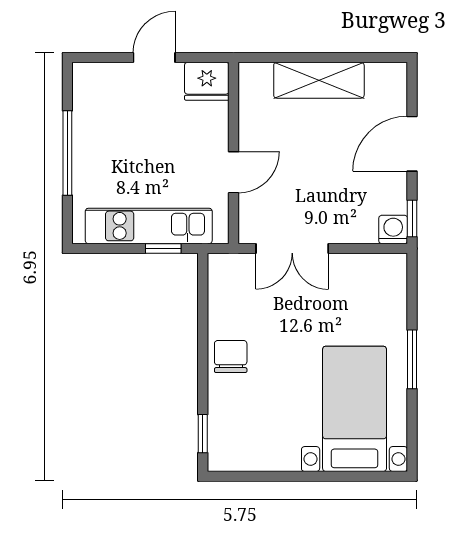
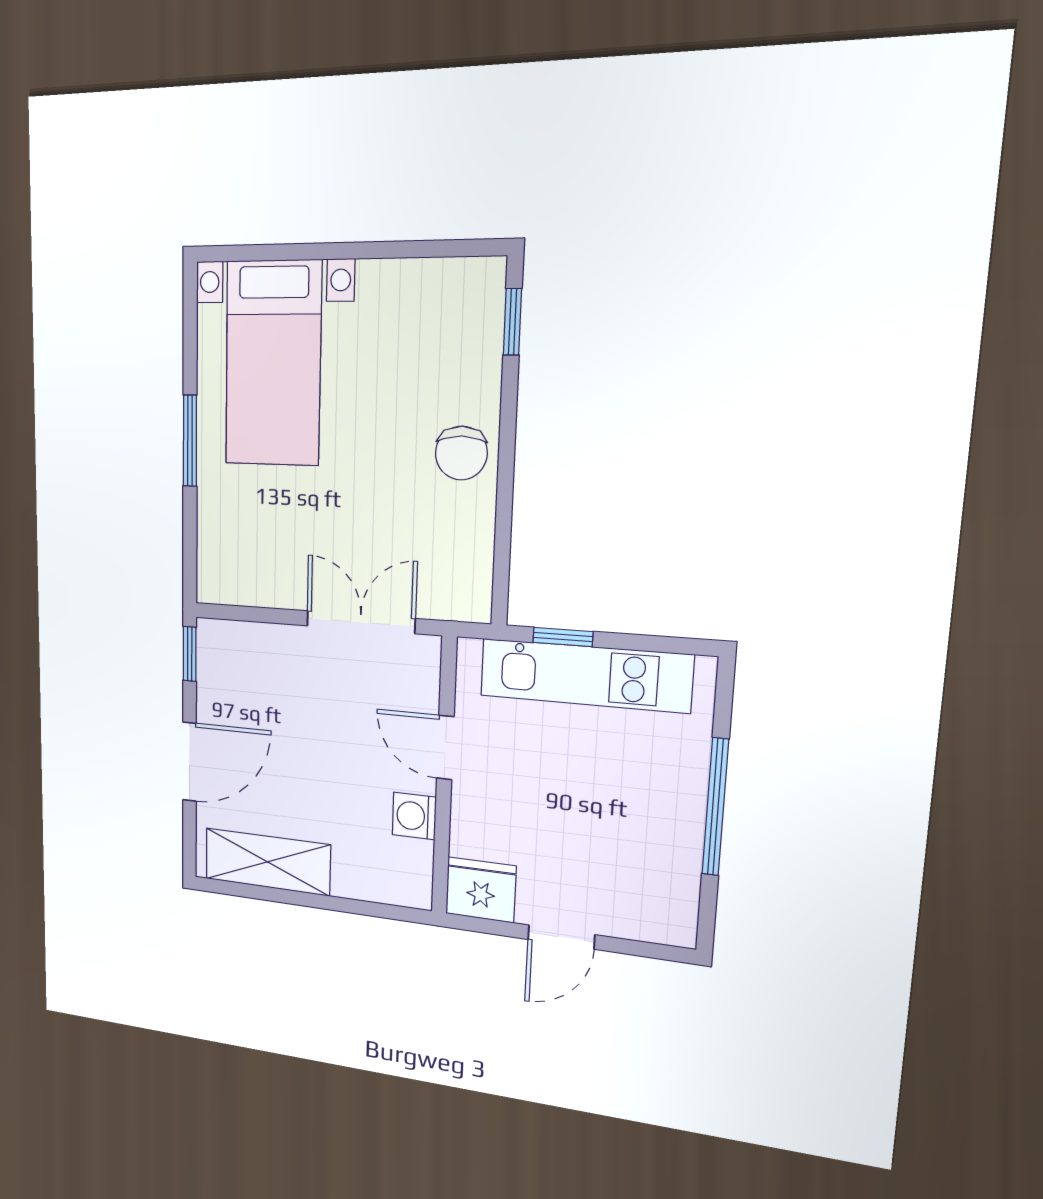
shelving: (319, 80) -> (267, 862), moved
door: (234, 172) -> (445, 747), hinge flipped
washing machine: (393, 229) -> (414, 816), moved, turned 90

